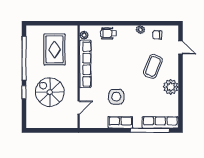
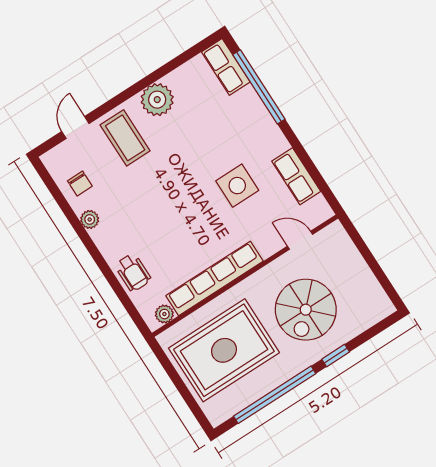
rug: (55, 49) -> (224, 350), width x1.37, depth x1.44
coffee table: (153, 66) -> (125, 138), moved, turned 68
row of seats: (120, 122) -> (296, 176), moved
row of seats: (160, 122) -> (226, 67), width x0.68

